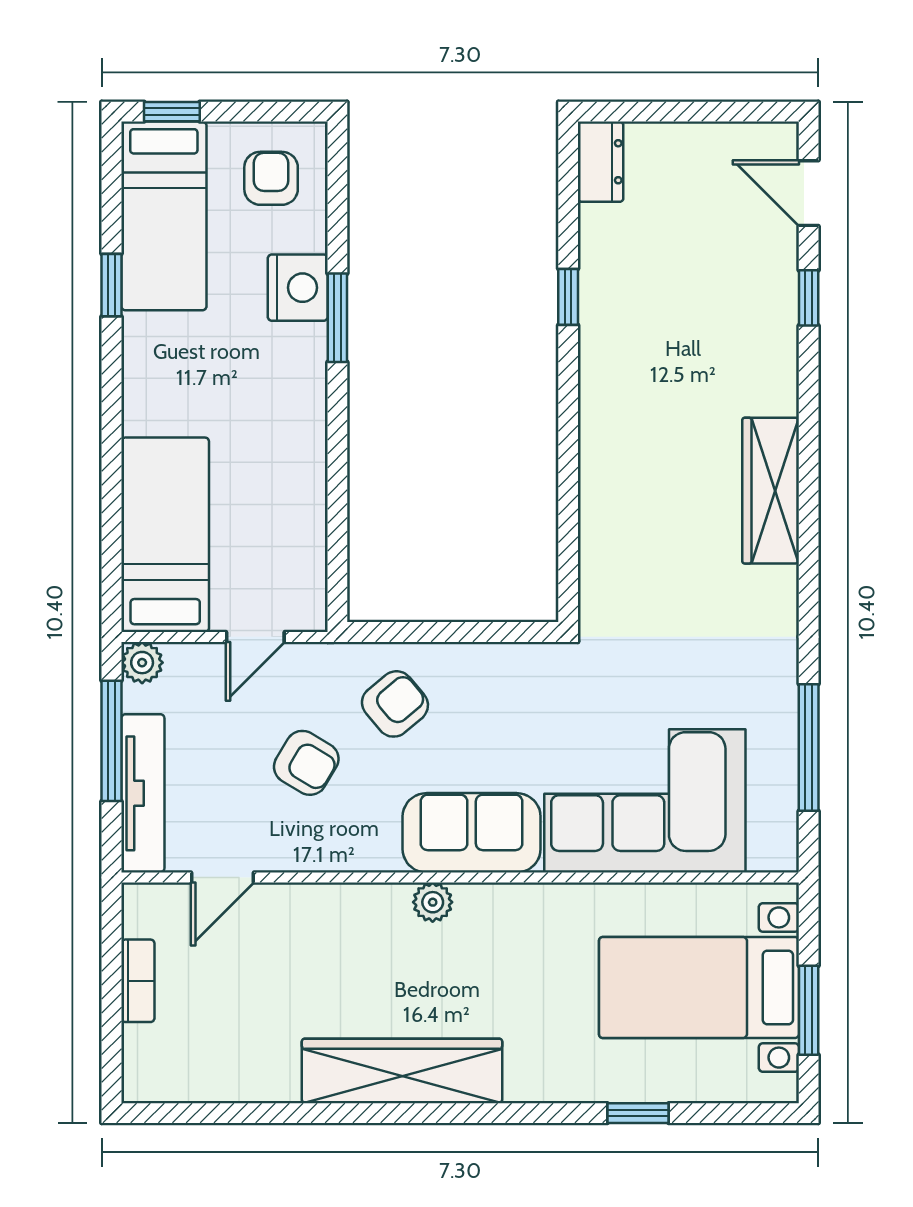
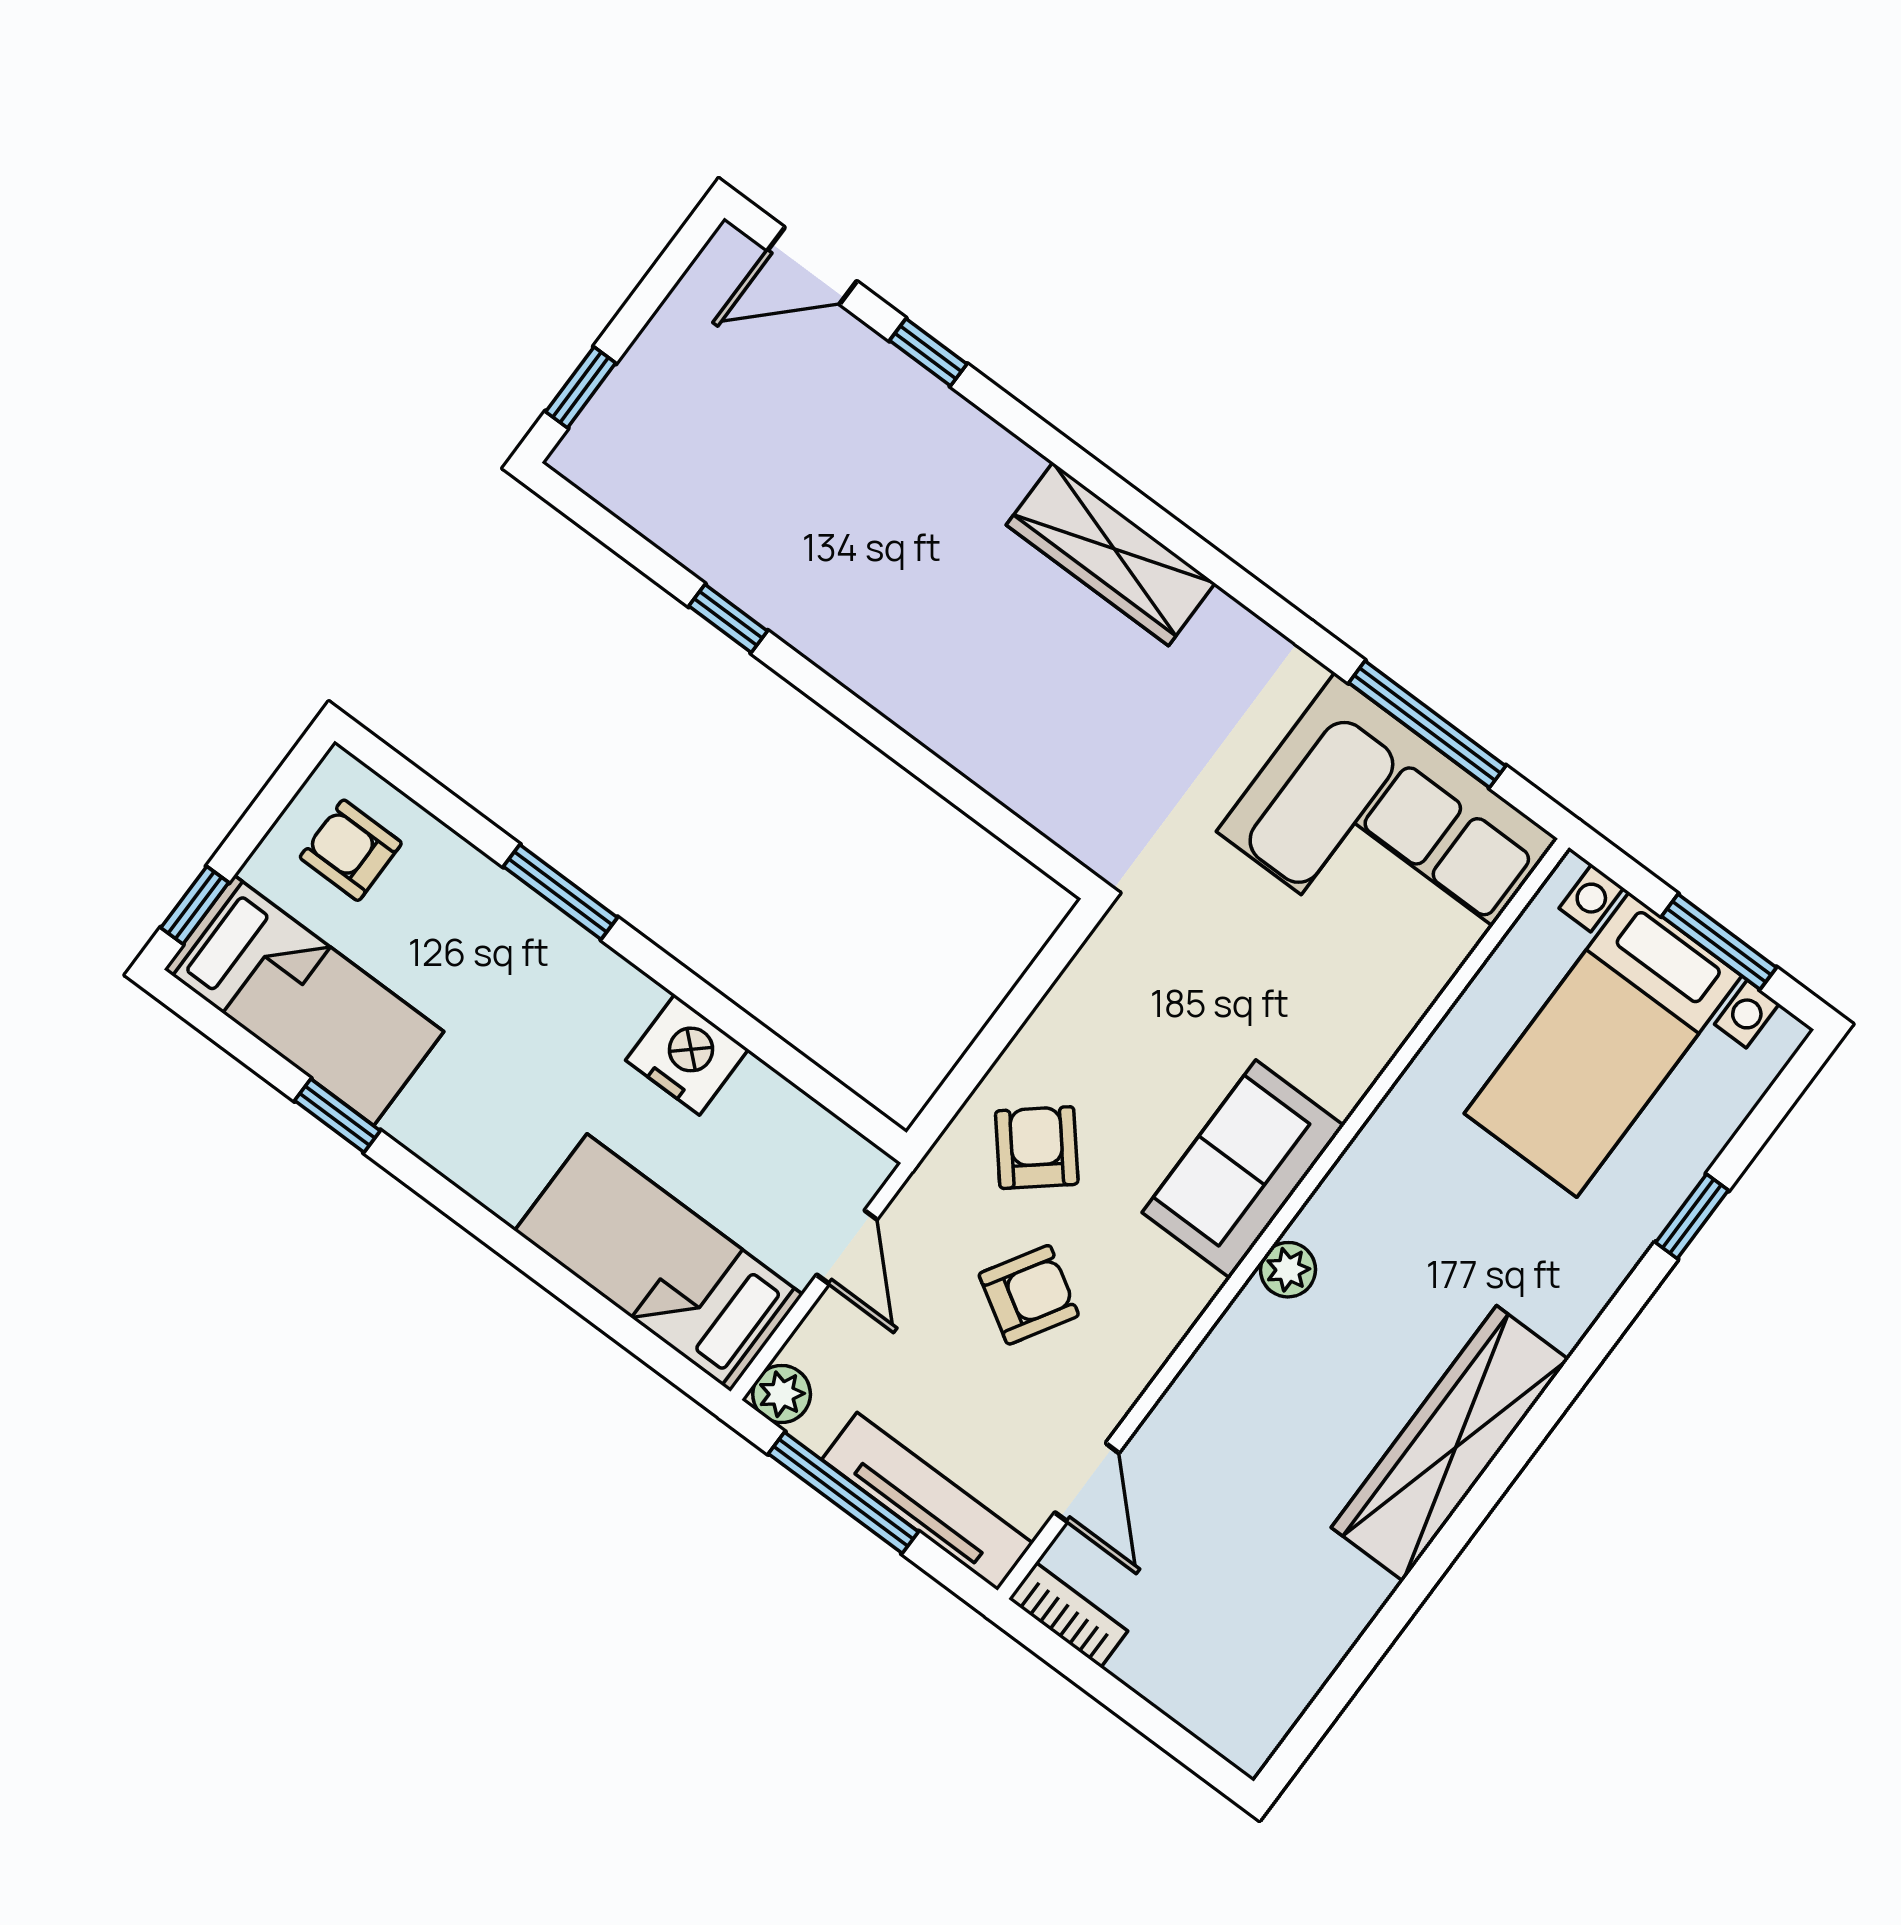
window: (638, 112) -> (581, 387), added
dresser: (601, 162) -> (605, 471), removed
nightstand: (298, 288) -> (687, 1055), moved
corner sofa: (645, 801) -> (1387, 835), moved, turned -90
bookcase: (138, 981) -> (1068, 1615), moved

